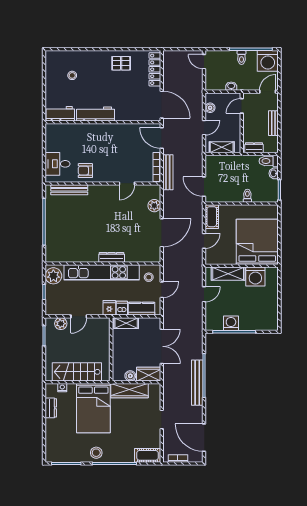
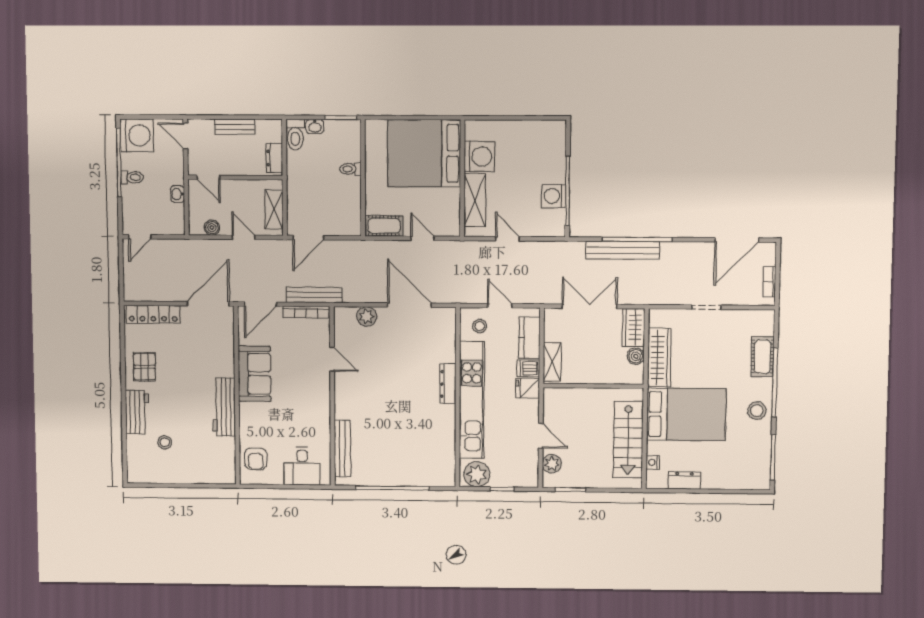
workbench: (60, 114) -> (137, 412), moved, turned 180
sofa: (117, 134) -> (254, 374), added
armchair: (85, 171) -> (256, 459), moved
door: (204, 187) -> (308, 238), moved
bench: (197, 383) -> (623, 250), moved
cot: (147, 455) -> (762, 357), moved

